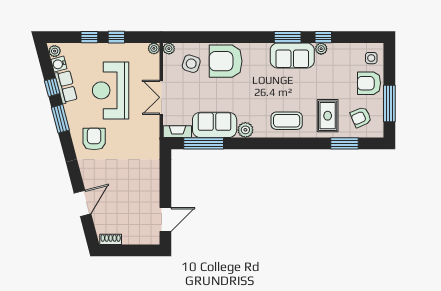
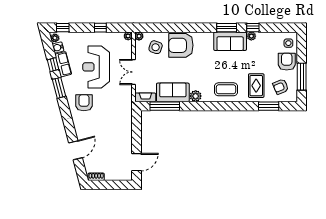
window: (89, 37) -> (63, 28), moved
armchair: (369, 83) -> (287, 62), turned 90

